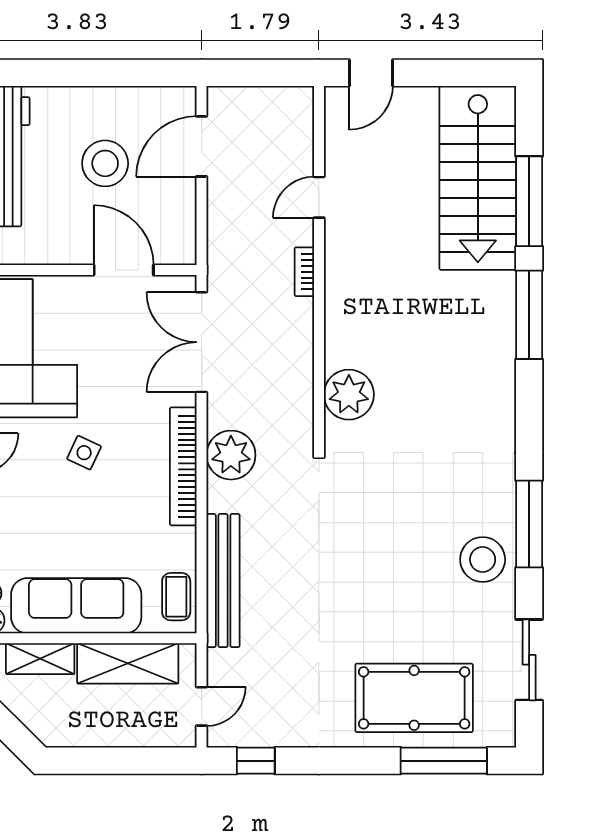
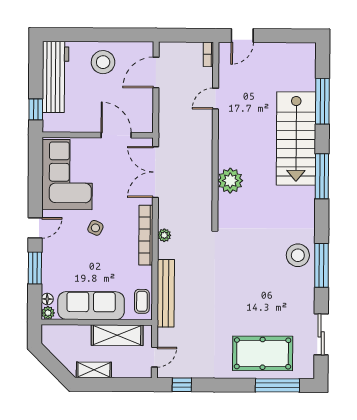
stool: (105, 163) -> (103, 62), moved
stairs: (478, 178) -> (296, 138), moved
bookcase: (304, 272) -> (208, 54), moved
window: (529, 315) -> (322, 176), moved
plant: (349, 395) -> (230, 181), moved
plant: (231, 455) -> (164, 235), width x0.53, depth x0.53
stool: (483, 560) -> (298, 255), moved
shelving: (40, 659) -> (94, 370), moved

